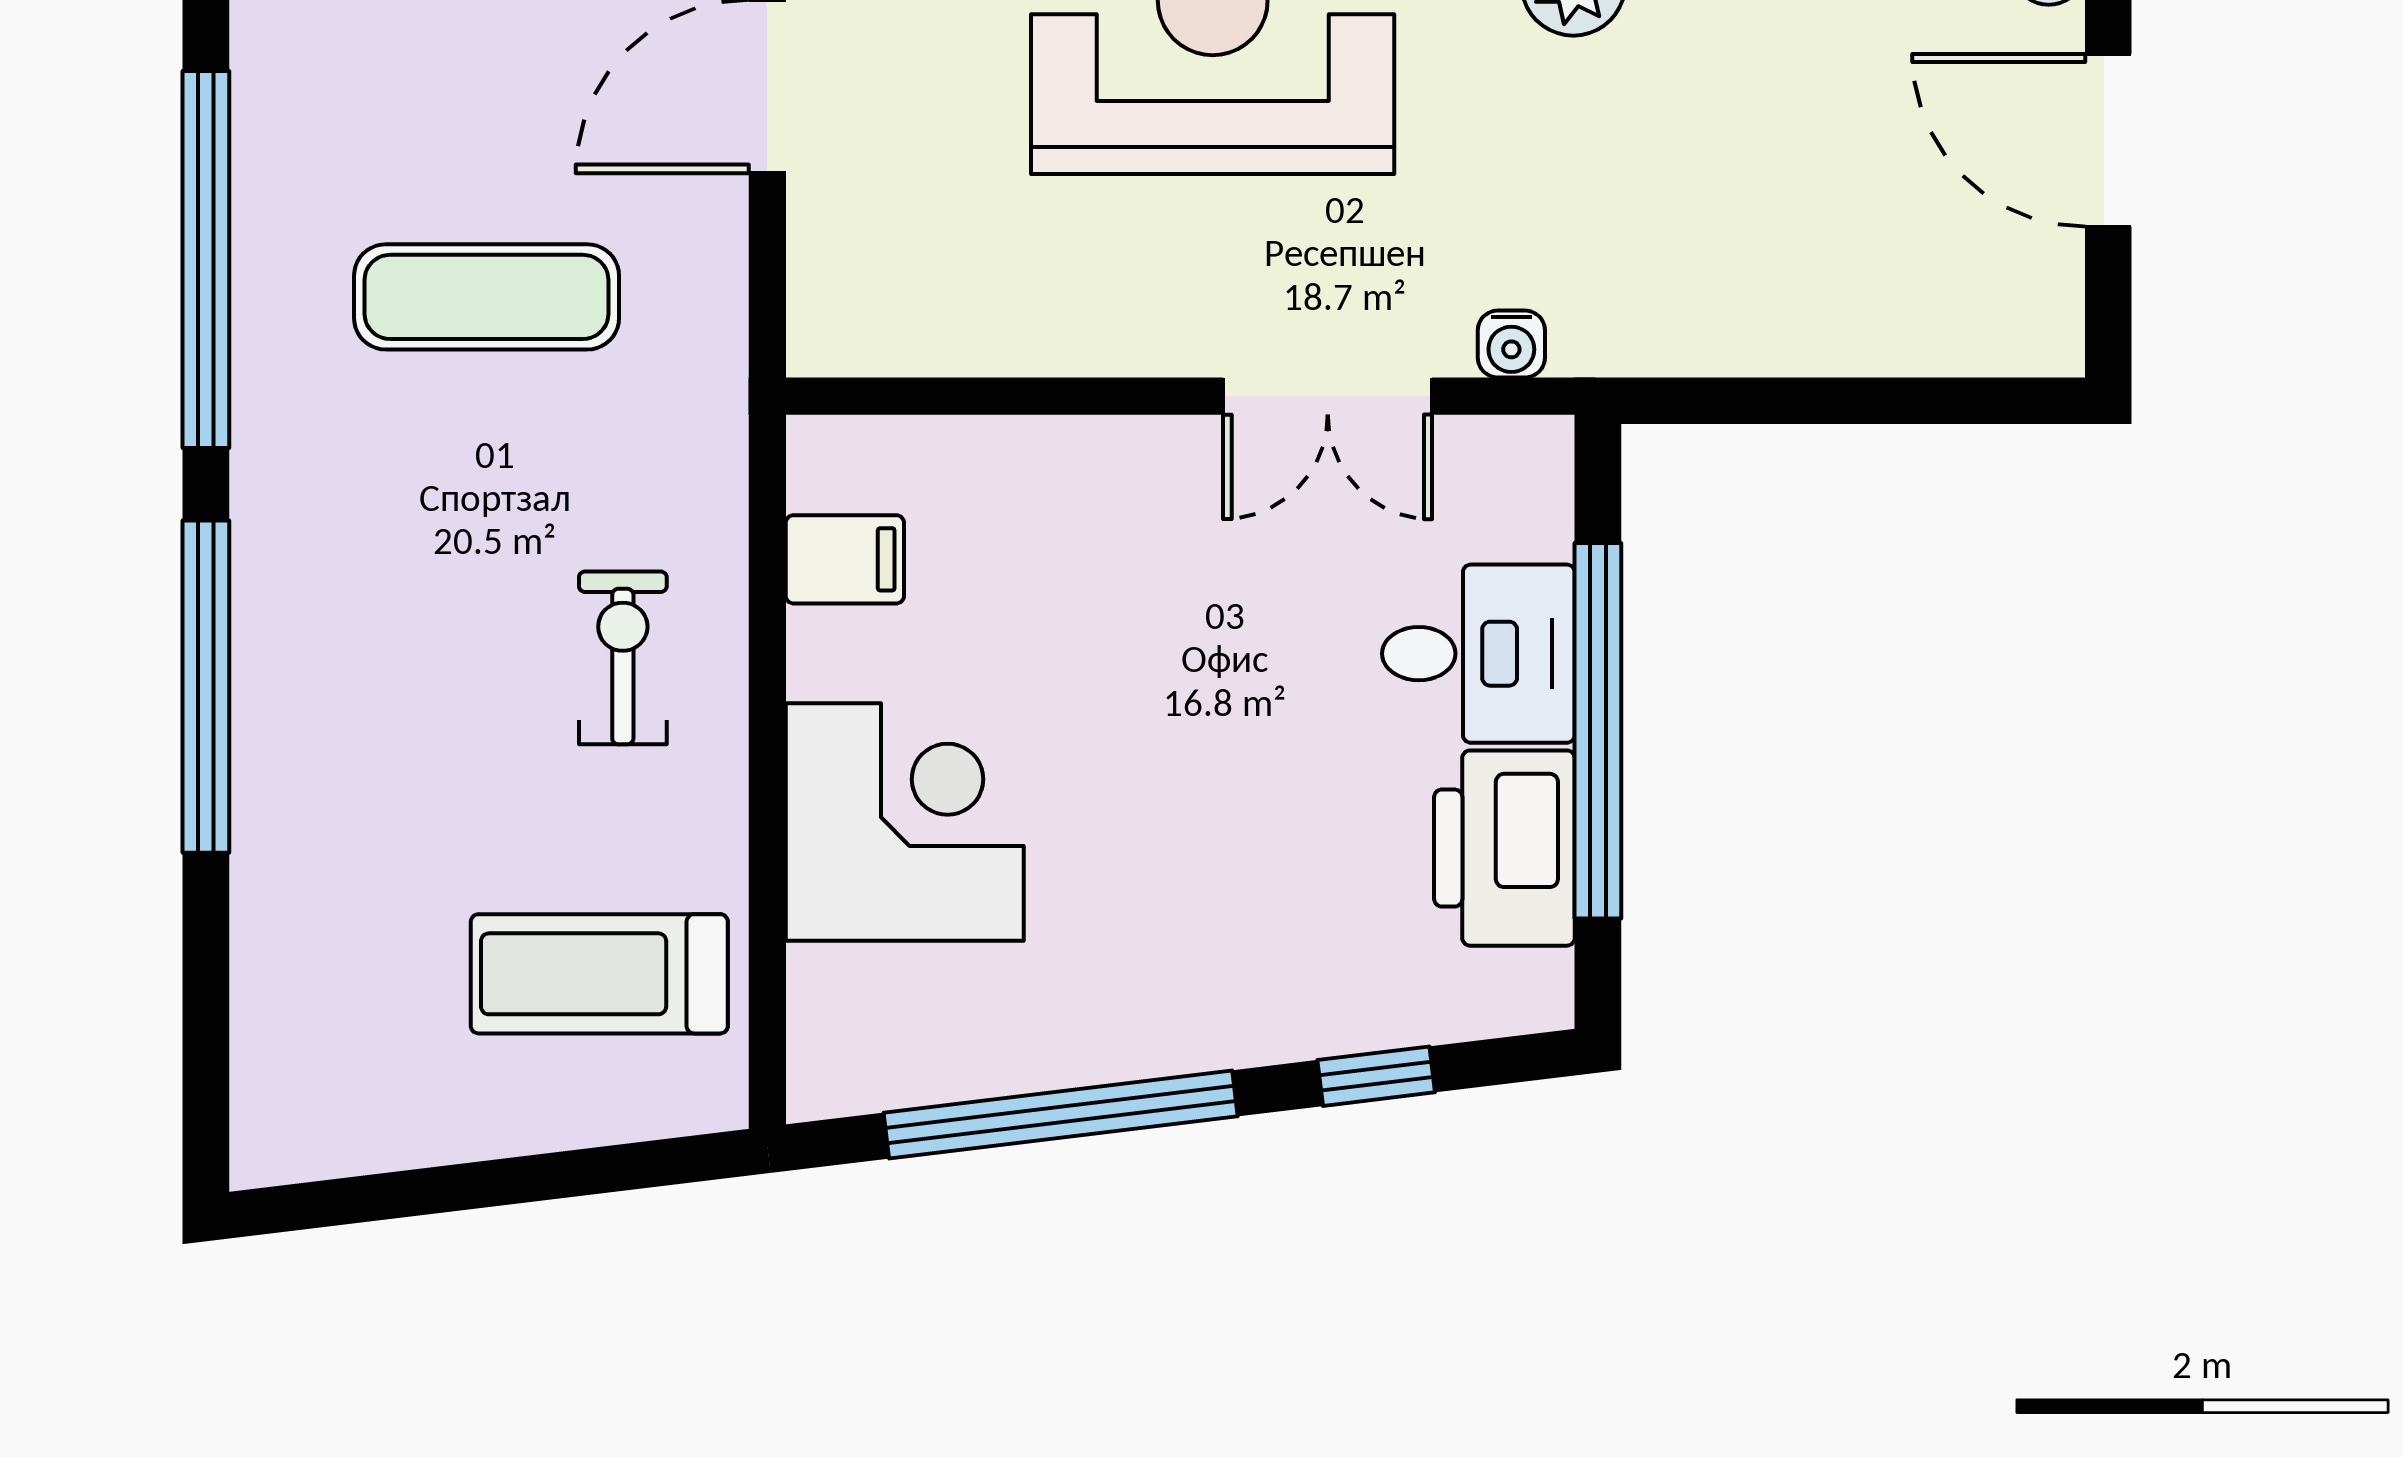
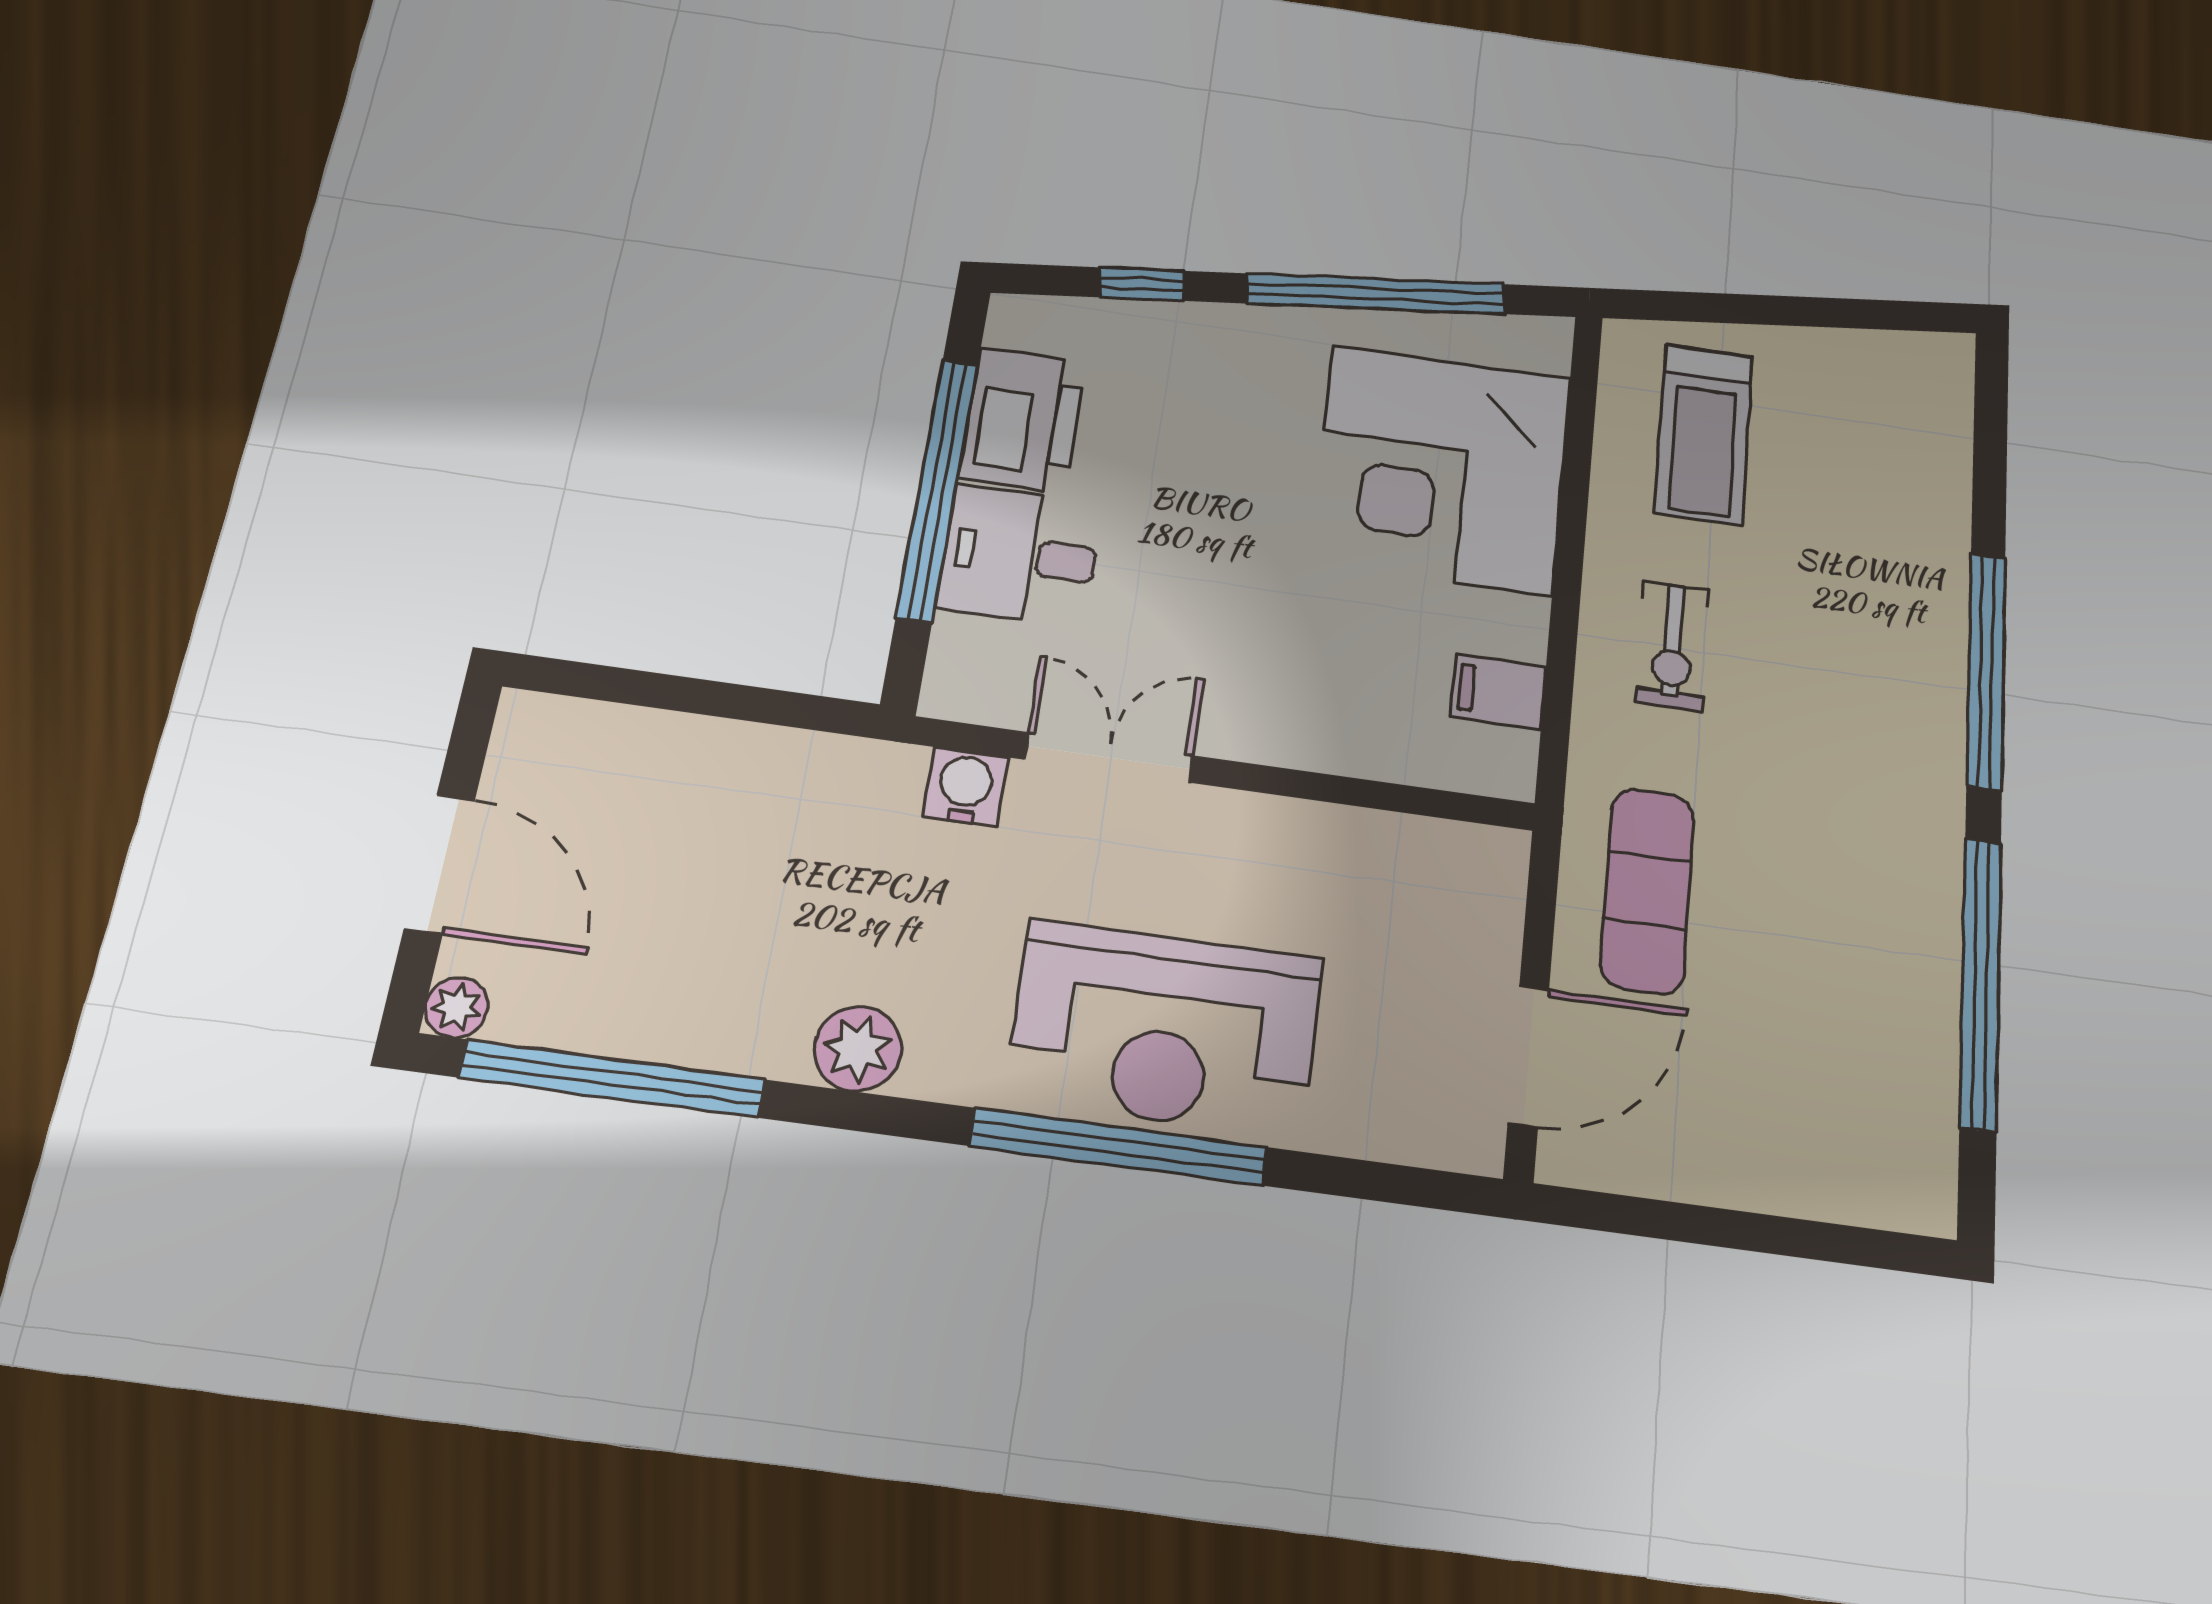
exercise mat: (487, 297) -> (1648, 890), moved, turned 90
water cooler: (1511, 344) -> (965, 787), width x1.38, depth x1.38
corner desk: (905, 822) -> (1441, 469), width x1.36, depth x1.36
treadmill: (599, 974) -> (1704, 434), turned 90

